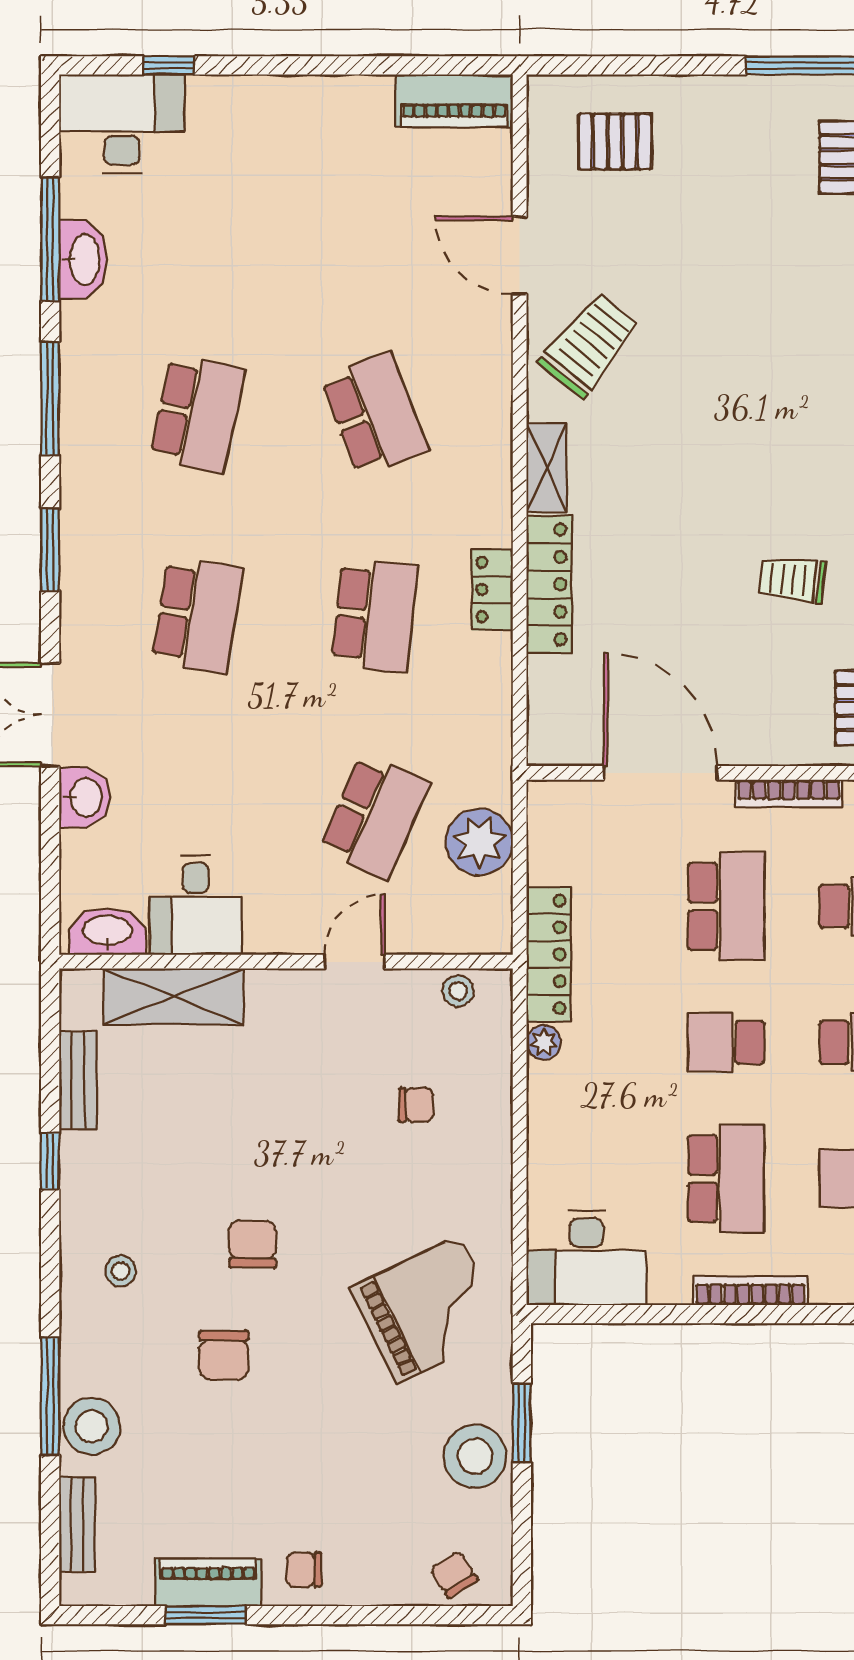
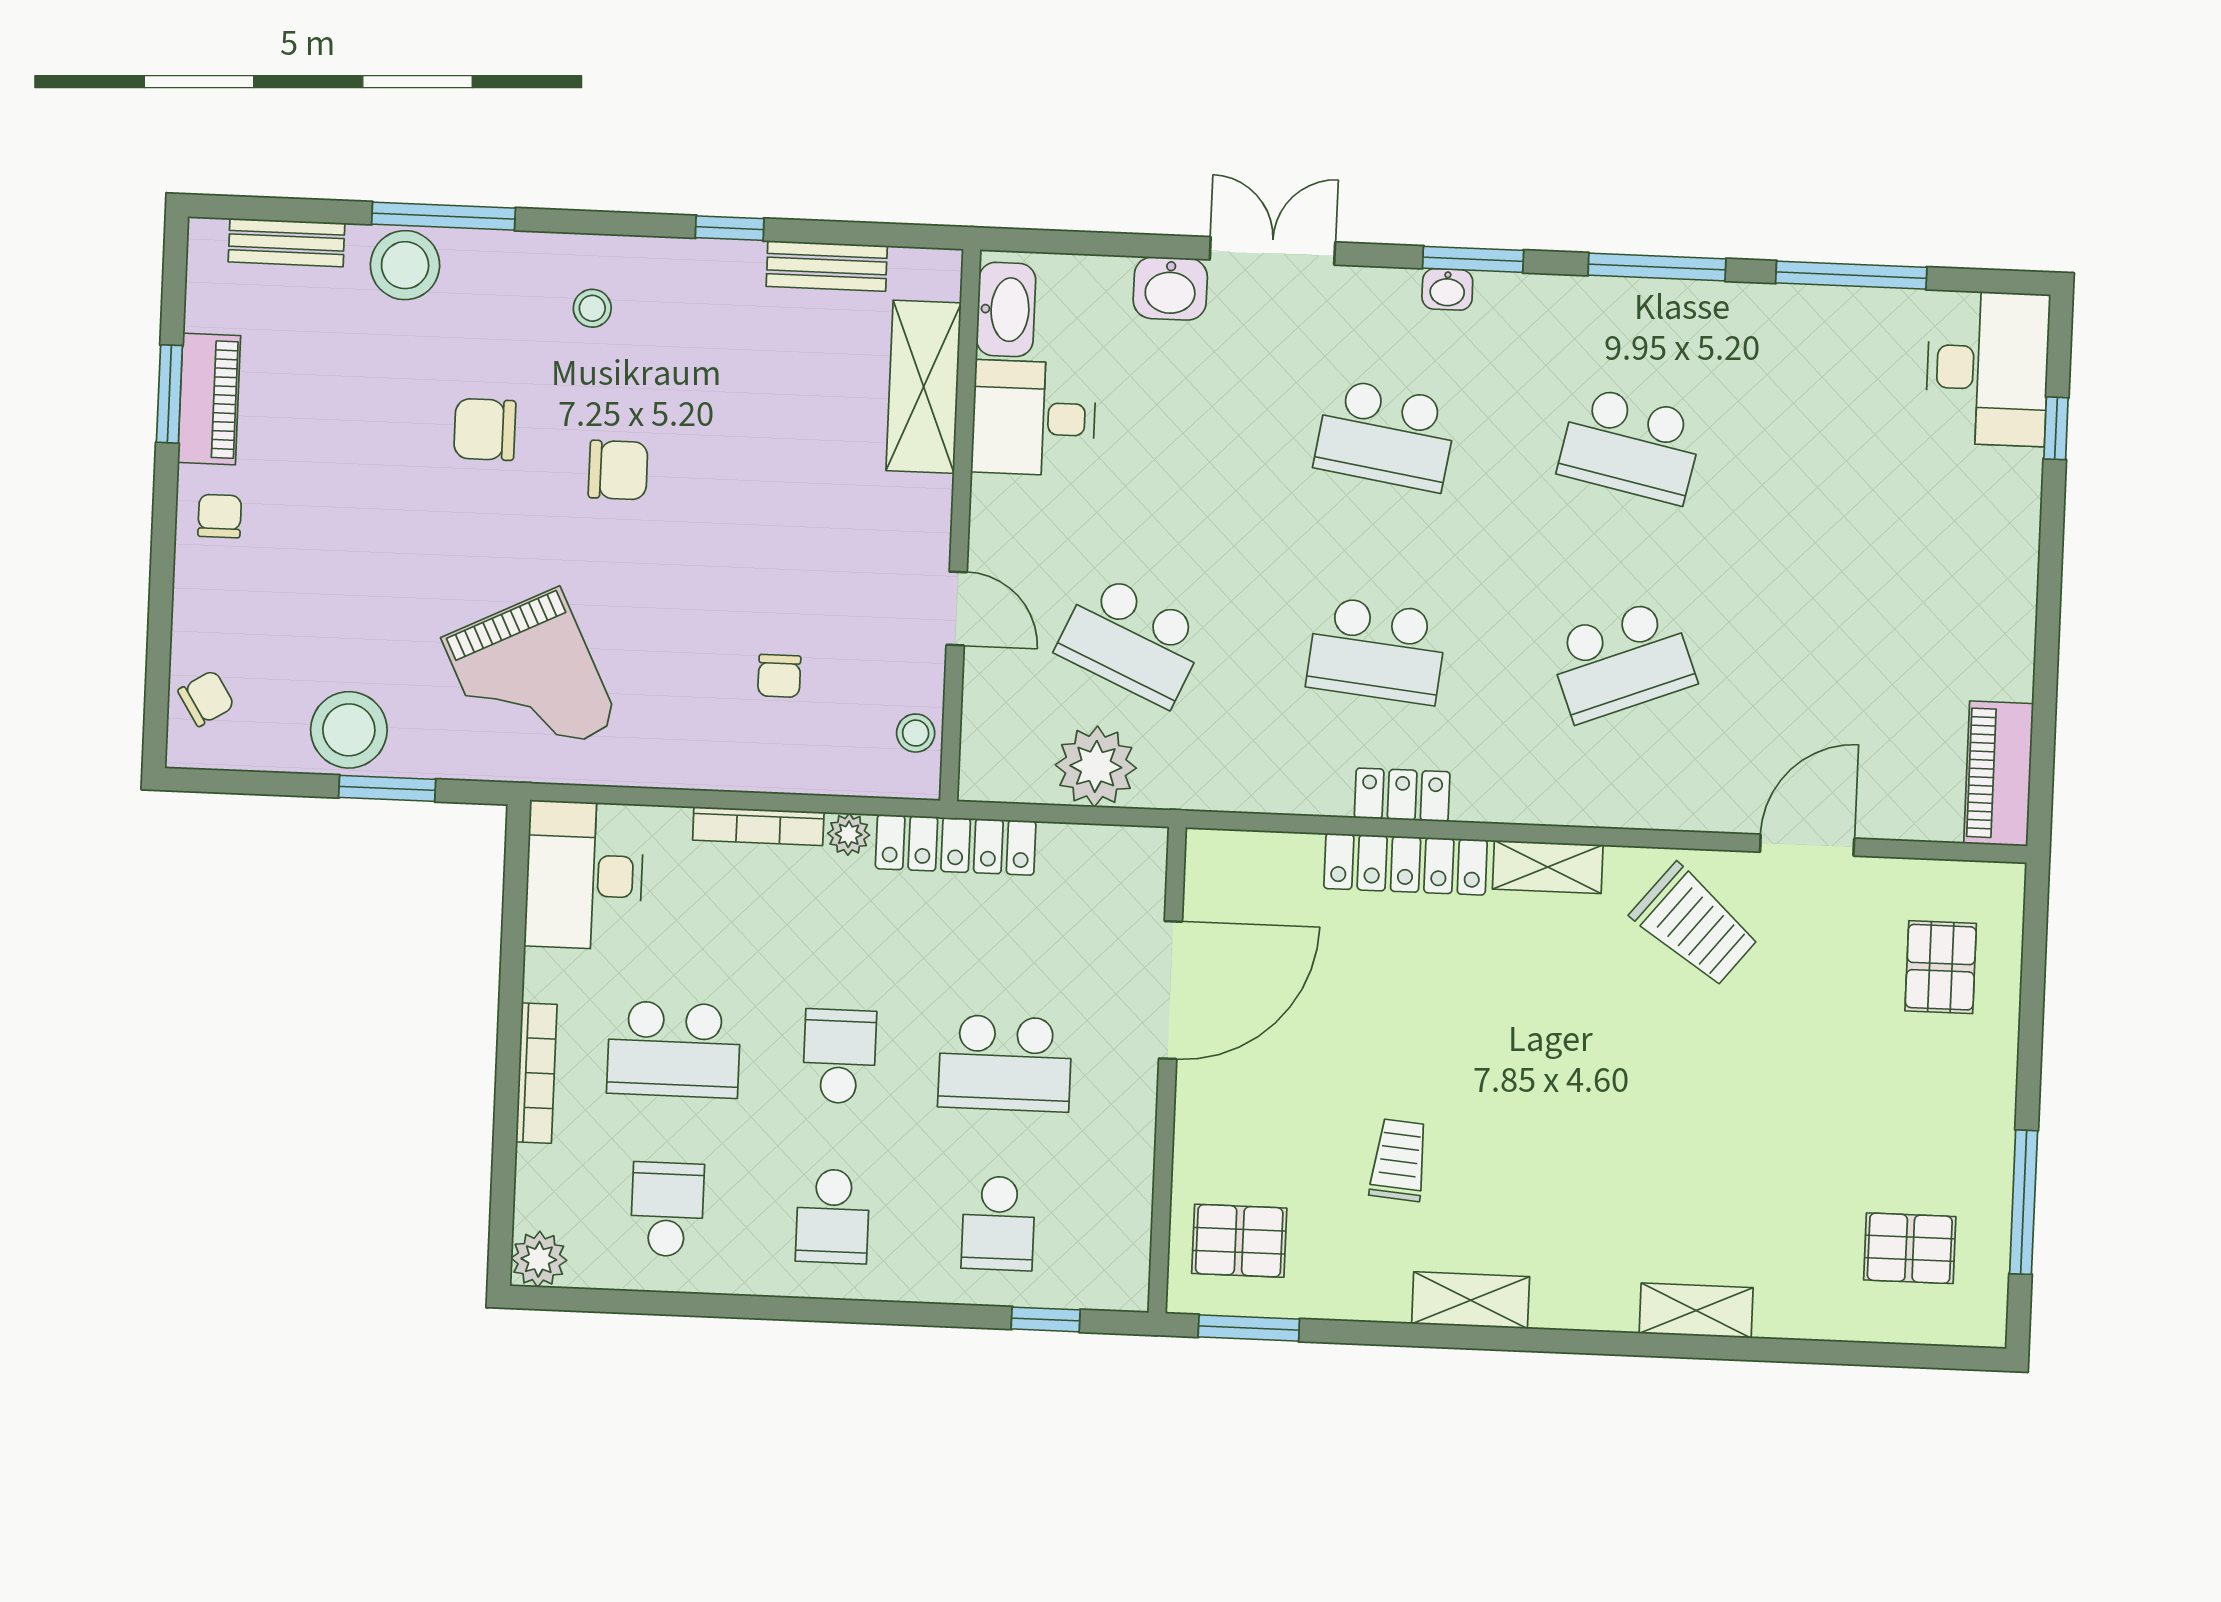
washbasin: (83, 259) -> (1447, 289), moved, width x0.52, depth x0.69
bookcase: (789, 793) -> (758, 826), moved, turned -90

